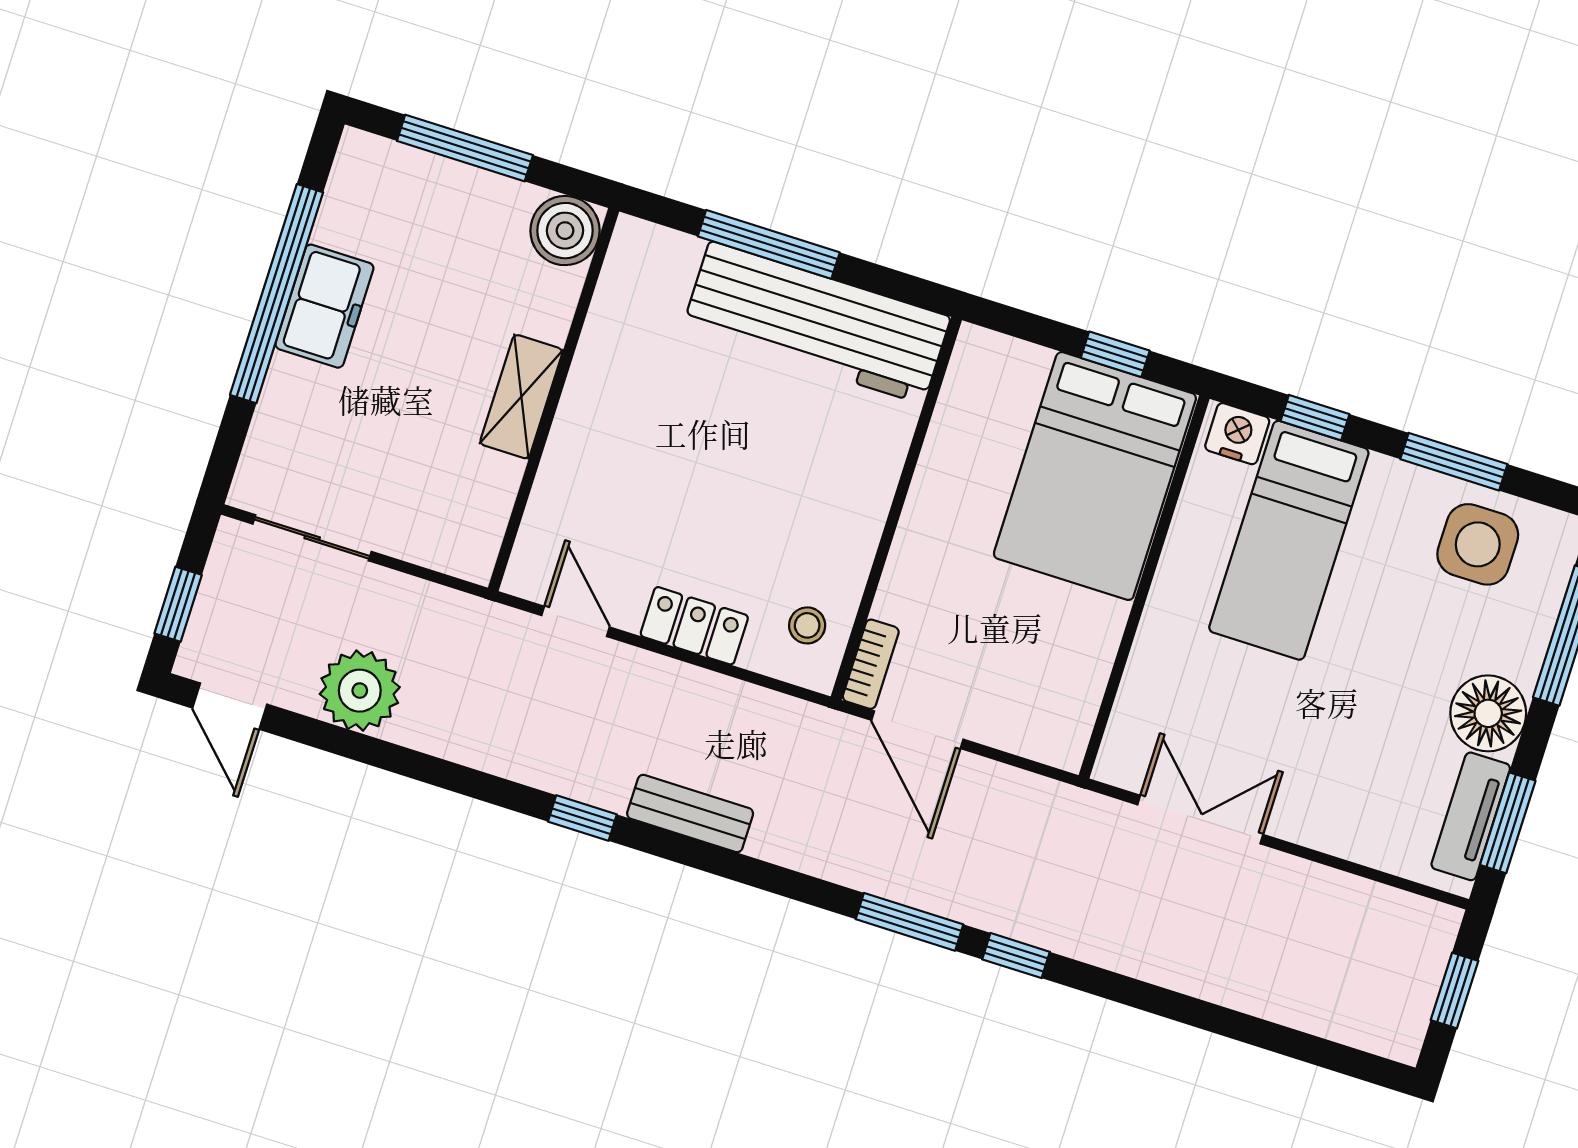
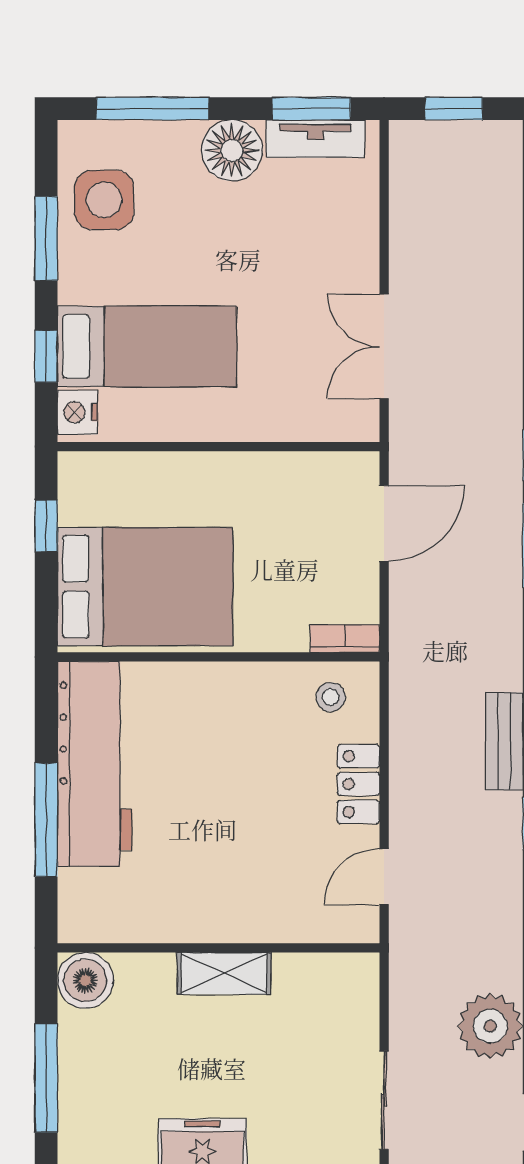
bed: (1095, 476) -> (145, 587), moved
door: (917, 730) -> (384, 523), moved

